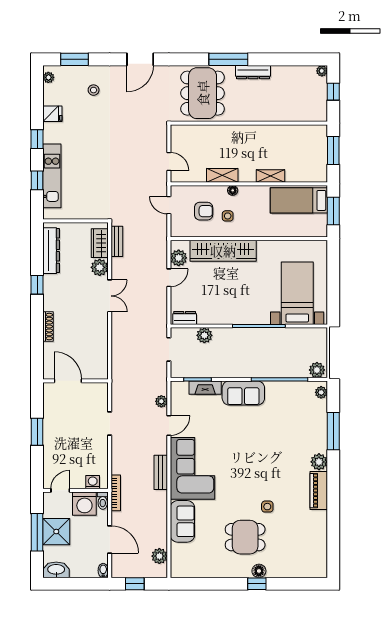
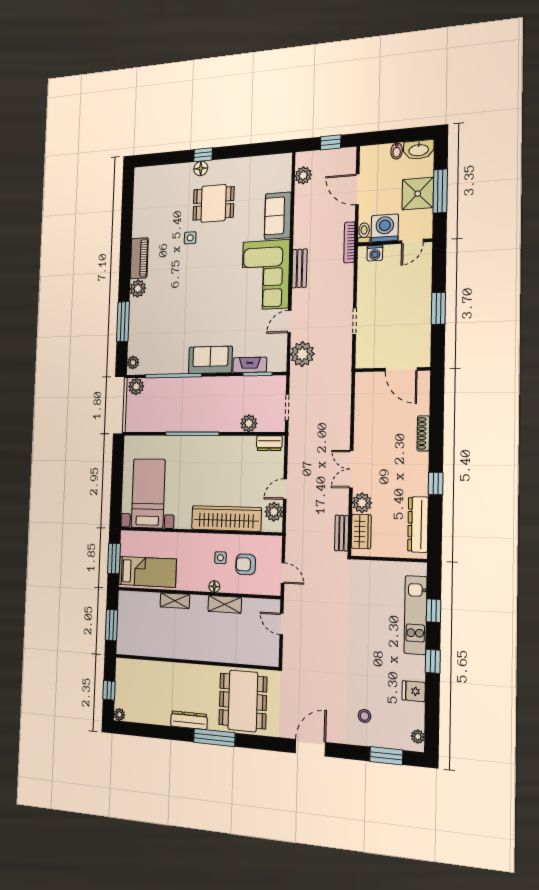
bed with nightstands: (297, 293) -> (148, 493), moved, turned 180
plant: (161, 401) -> (302, 354), width x1.87, depth x1.87
bidet: (103, 571) -> (397, 151), moved

